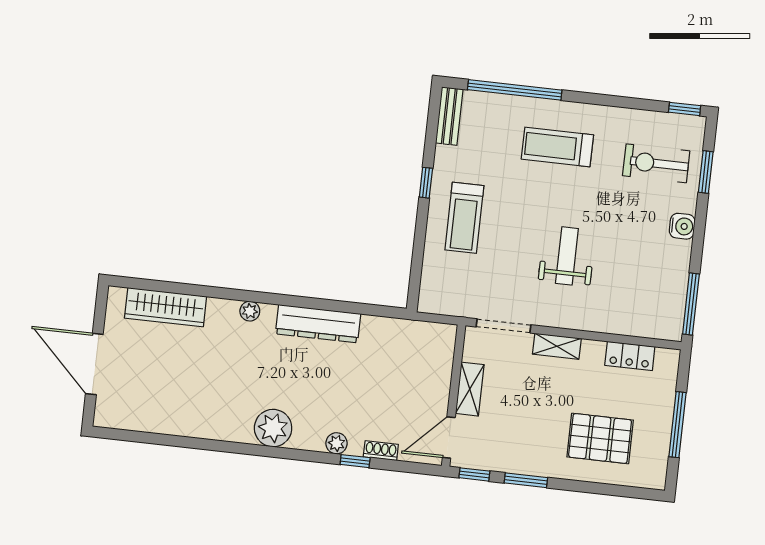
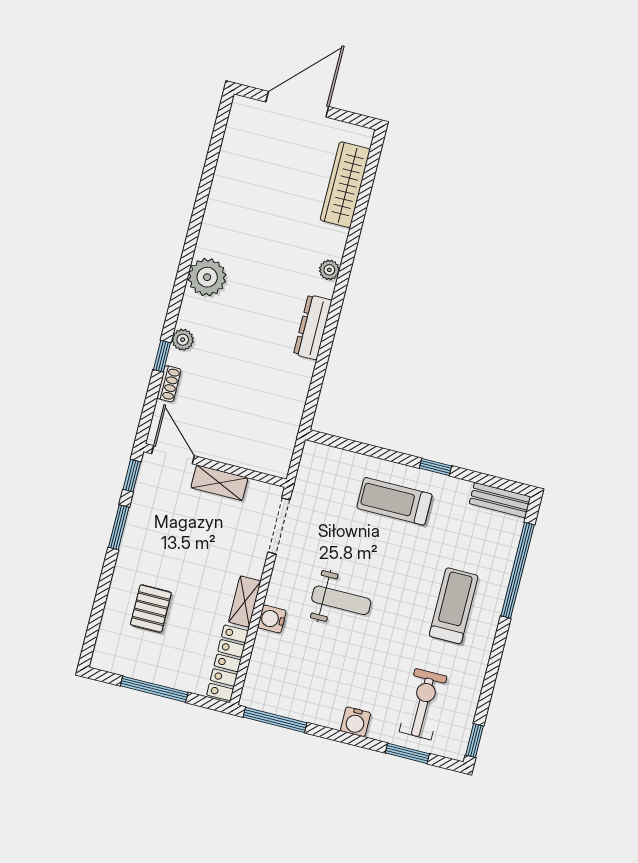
water cooler: (594, 320) -> (272, 619), added
dresser: (318, 324) -> (313, 327), width x0.73, depth x0.80
shelving: (557, 346) -> (245, 602), moved
locker: (630, 356) -> (228, 663), width x1.53
pallet: (600, 438) -> (151, 609), width x0.67, depth x0.71

